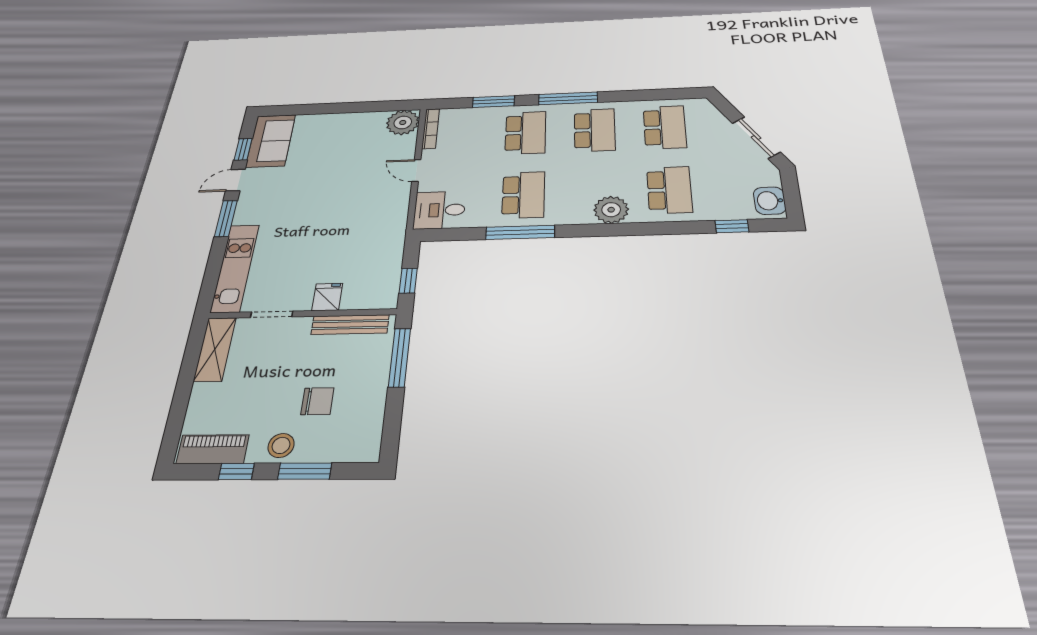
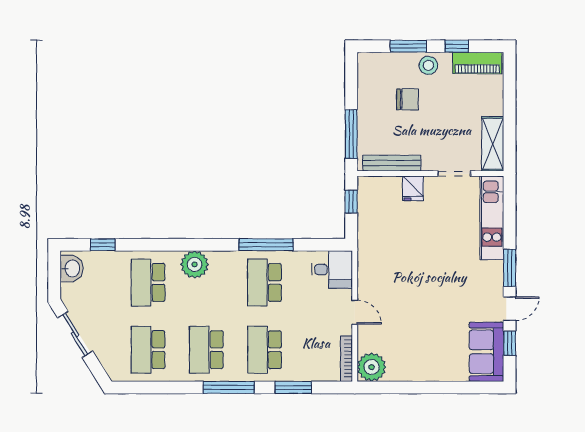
chair: (317, 401) -> (407, 99), turned 180

